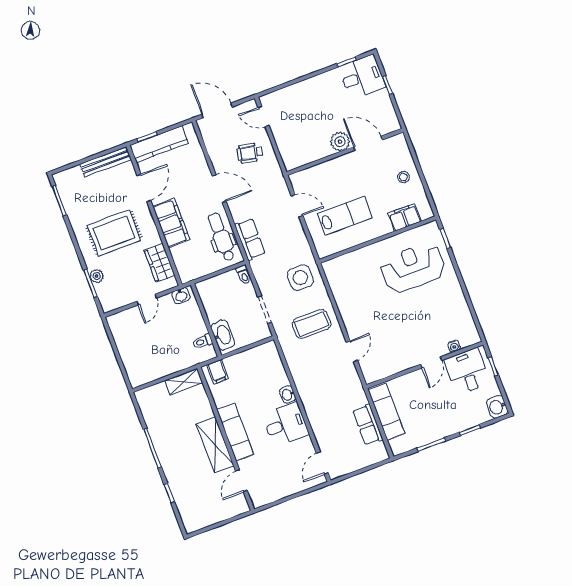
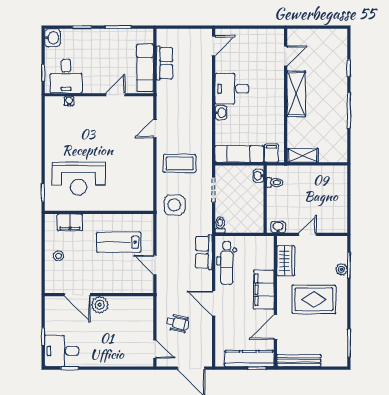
washbasin: (223, 335) -> (258, 176), width x0.52, depth x0.69
door: (431, 362) -> (115, 95), moved
exam couch: (235, 432) -> (239, 154), moved, turned 90

